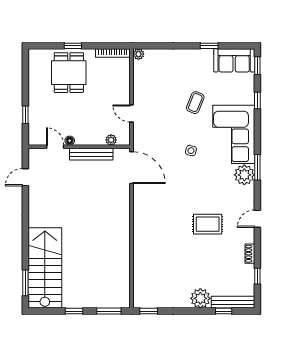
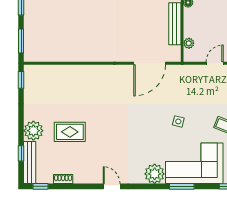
window: (257, 167) -> (182, 186), moved
door: (132, 168) -> (150, 63), moved
rug: (208, 224) -> (70, 132), moved, turned 90
shoe rack: (250, 254) -> (63, 179), moved
window: (257, 276) -> (41, 186), moved

